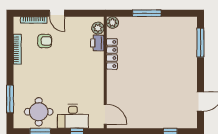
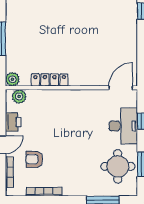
armchair: (45, 41) -> (34, 159), turned -90
printer: (97, 43) -> (13, 122), moved, turned -90

